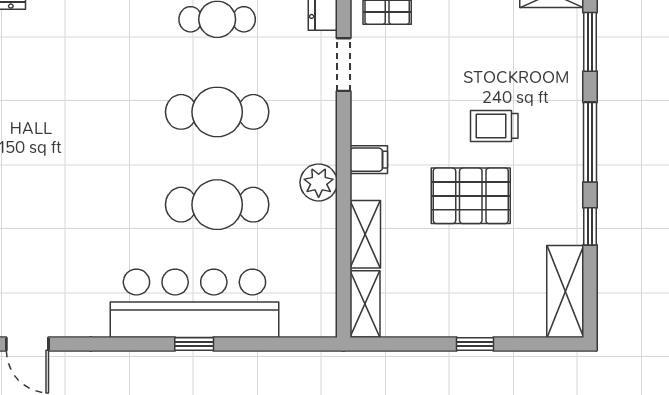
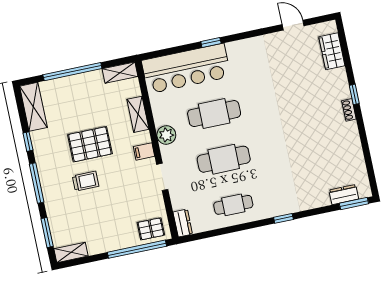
doorway: (344, 65) -> (162, 177), moved
bar counter: (194, 303) -> (186, 69), moved
shelving: (365, 304) -> (120, 73), moved, turned 90
window: (475, 344) -> (72, 72), width x3.17

